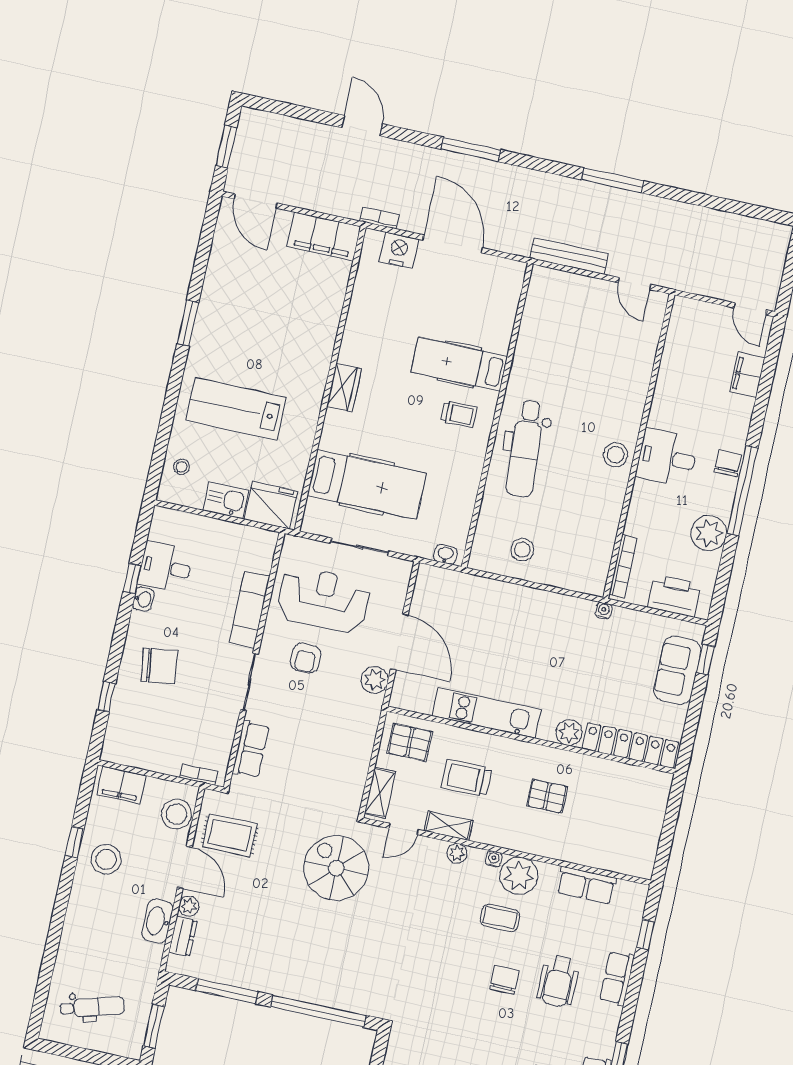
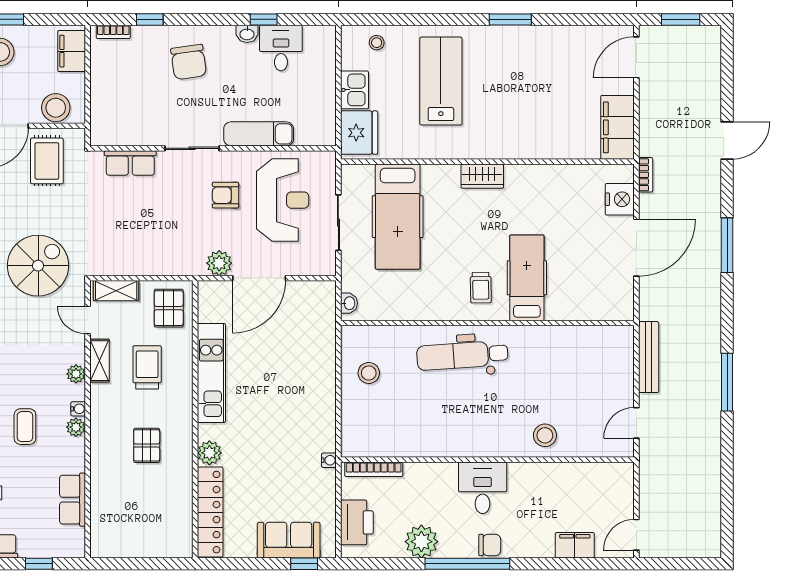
stool: (616, 455) -> (545, 435), moved
bookcase: (199, 775) -> (113, 32), moved, turned 90
plant: (519, 876) -> (76, 427), width x0.53, depth x0.53

